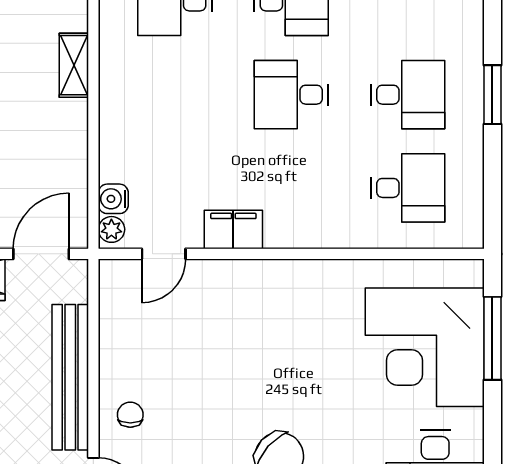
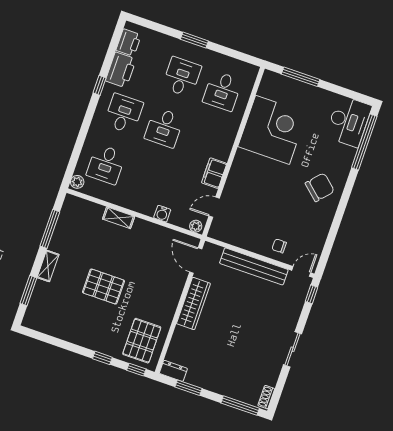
desk: (408, 188) -> (222, 91), turned 180
water cooler: (113, 199) -> (162, 214), moved
door: (164, 254) -> (214, 207), swing flipped
corner desk: (425, 347) -> (272, 130), moved, turned -90

